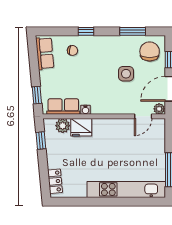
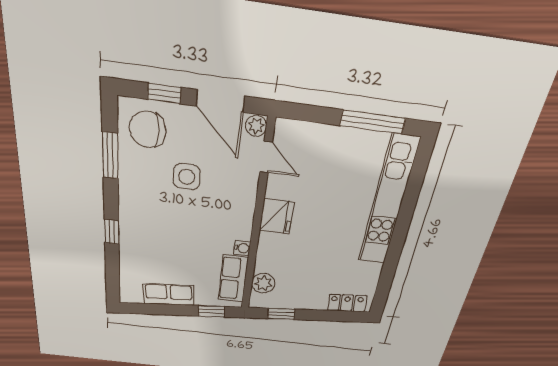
chair: (72, 50) -> (144, 255), removed
row of seats: (45, 53) -> (169, 295), moved
fridge: (81, 127) -> (277, 216), moved

